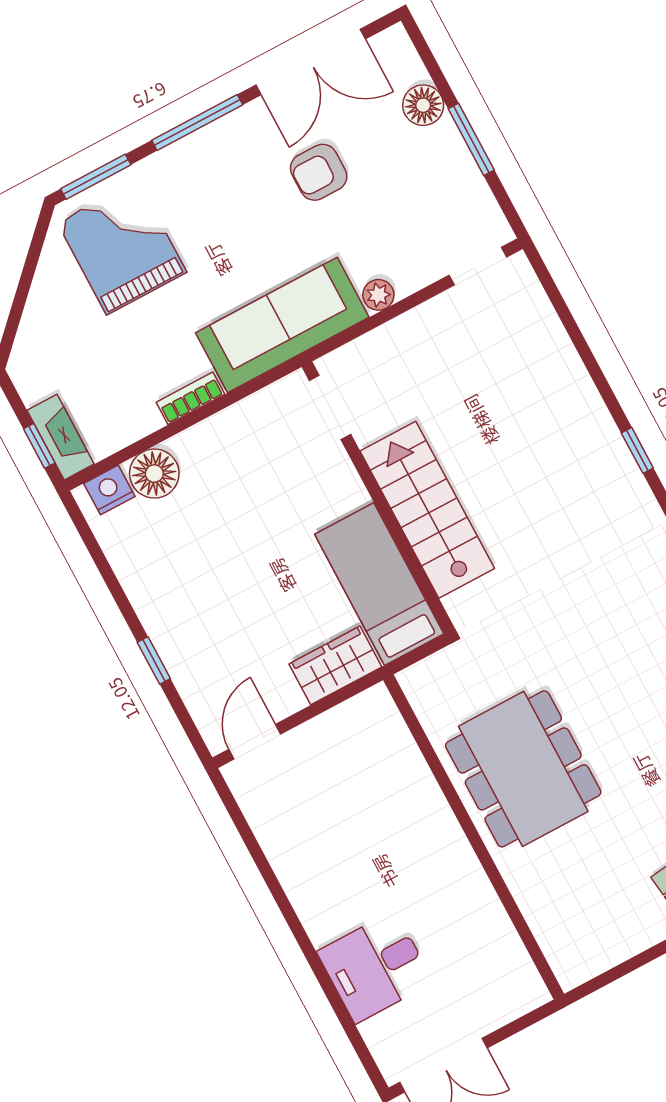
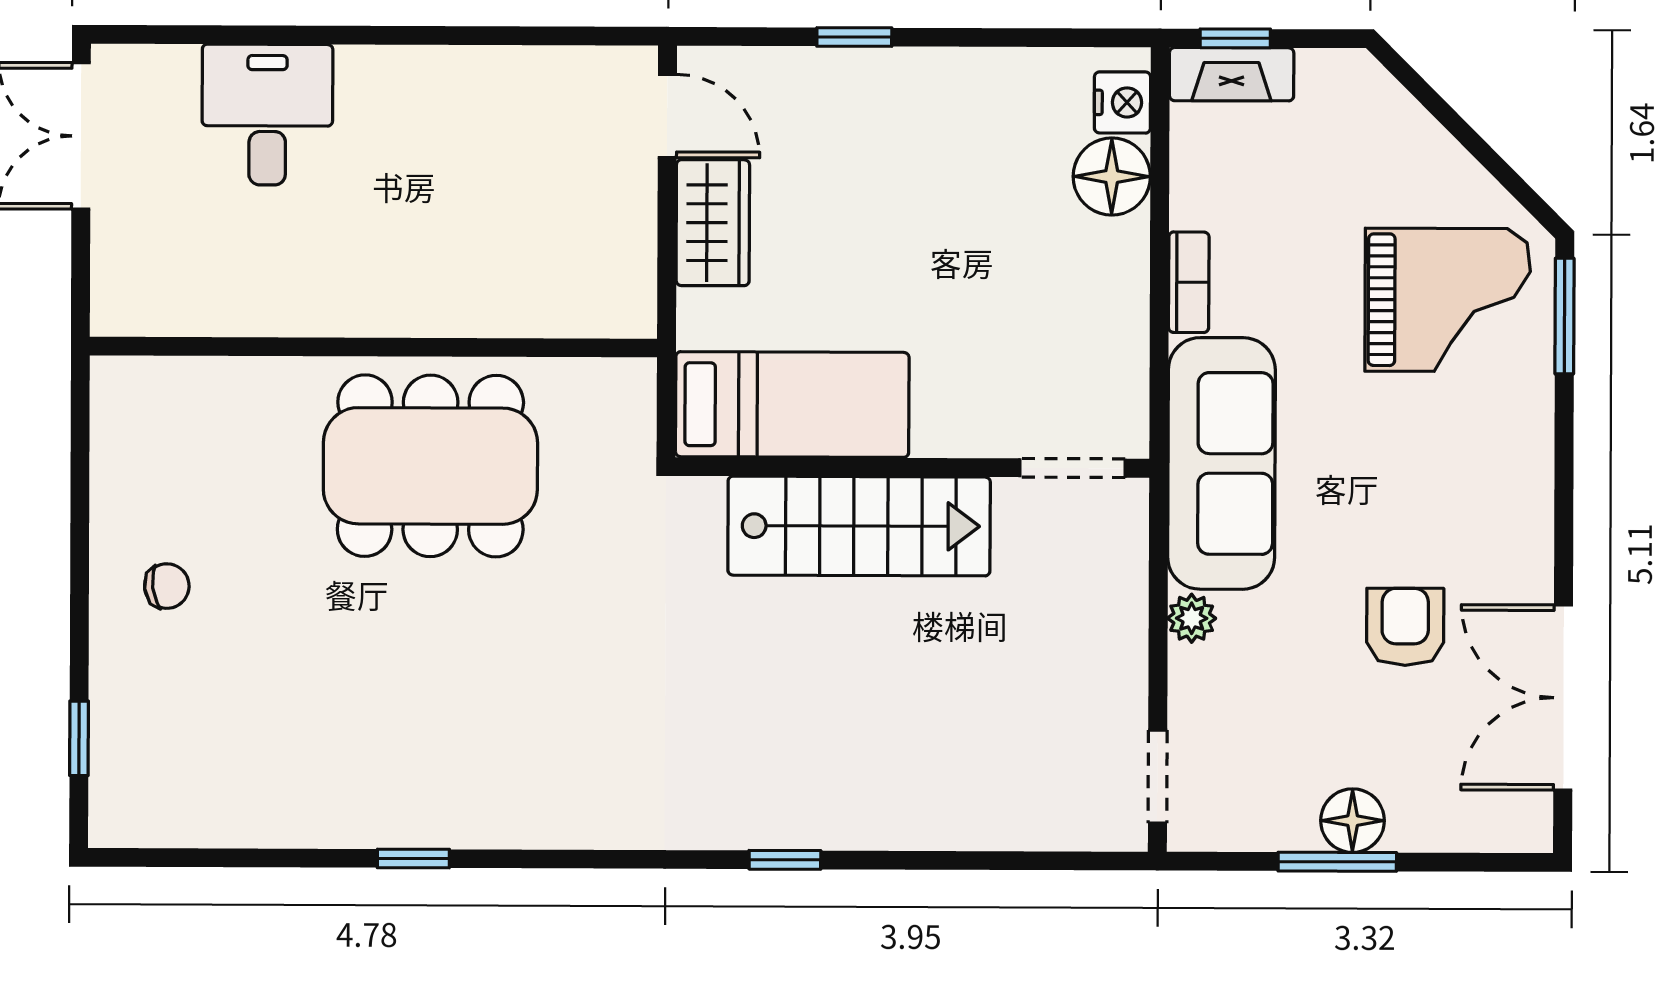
floor lamp: (423, 105) -> (1353, 821), moved
window: (197, 123) -> (1564, 496), removed
wardrobe: (335, 665) -> (713, 223), moved

